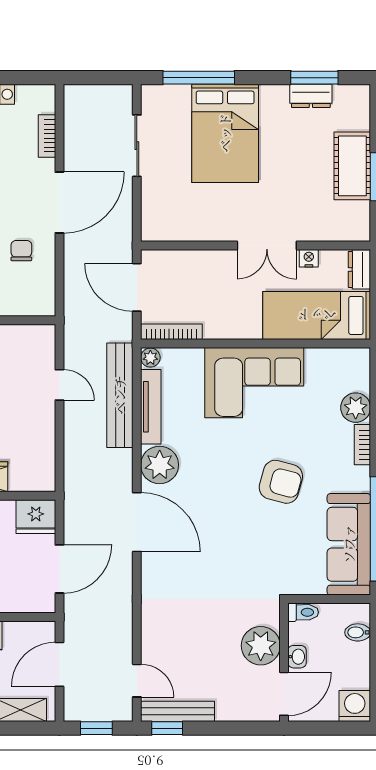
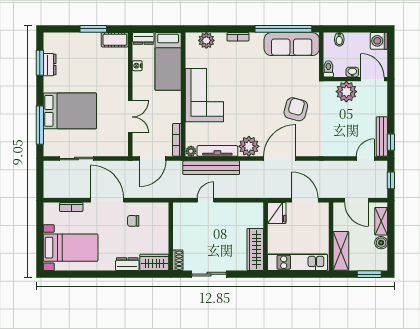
cot: (352, 166) -> (115, 40), moved, width x0.73, depth x0.75
double door: (267, 245) -> (130, 117), moved
plant: (356, 408) -> (206, 40), moved
armchair: (281, 482) -> (296, 109), moved

